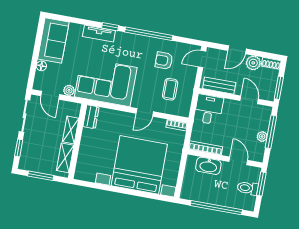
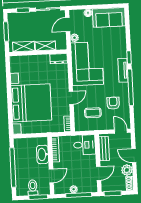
tv unit: (99, 34) -> (123, 70), moved
door: (145, 112) -> (71, 98), swing flipped

